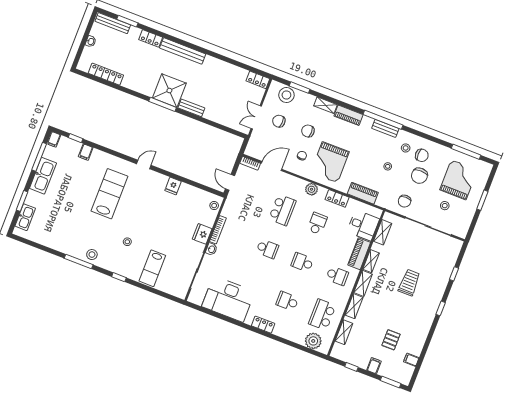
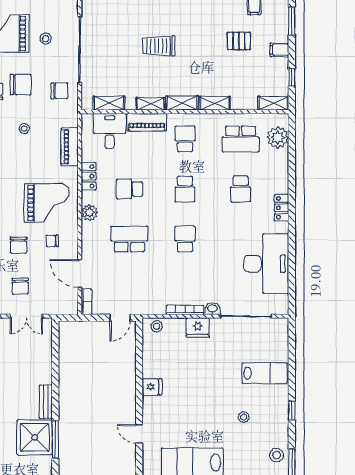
shelving: (344, 332) -> (273, 103), moved

